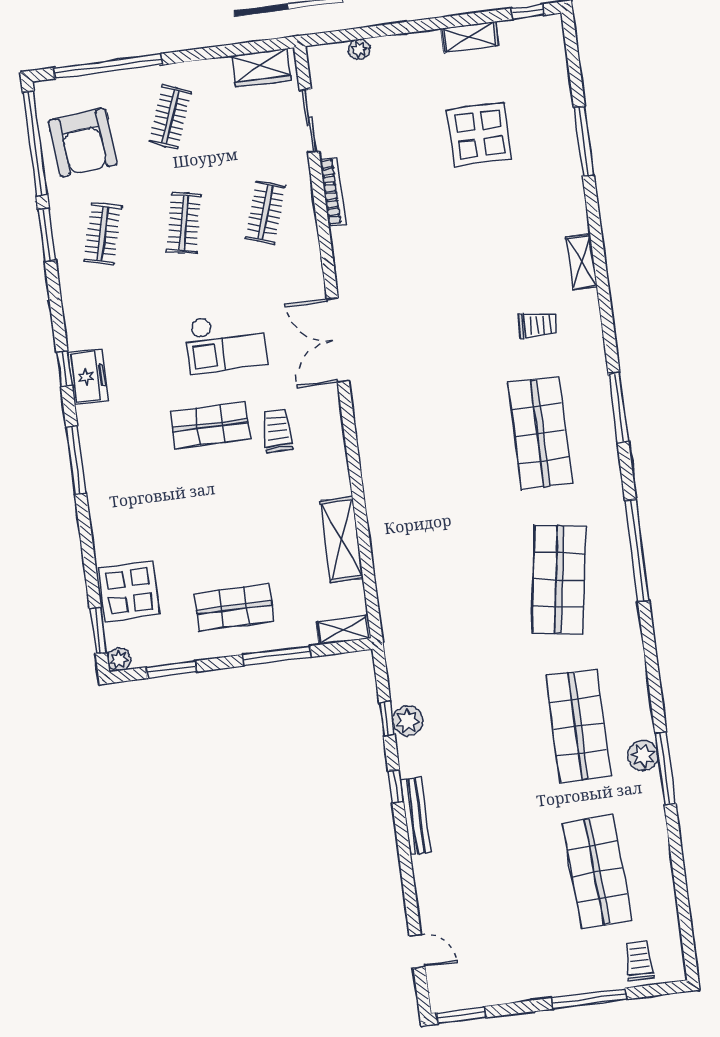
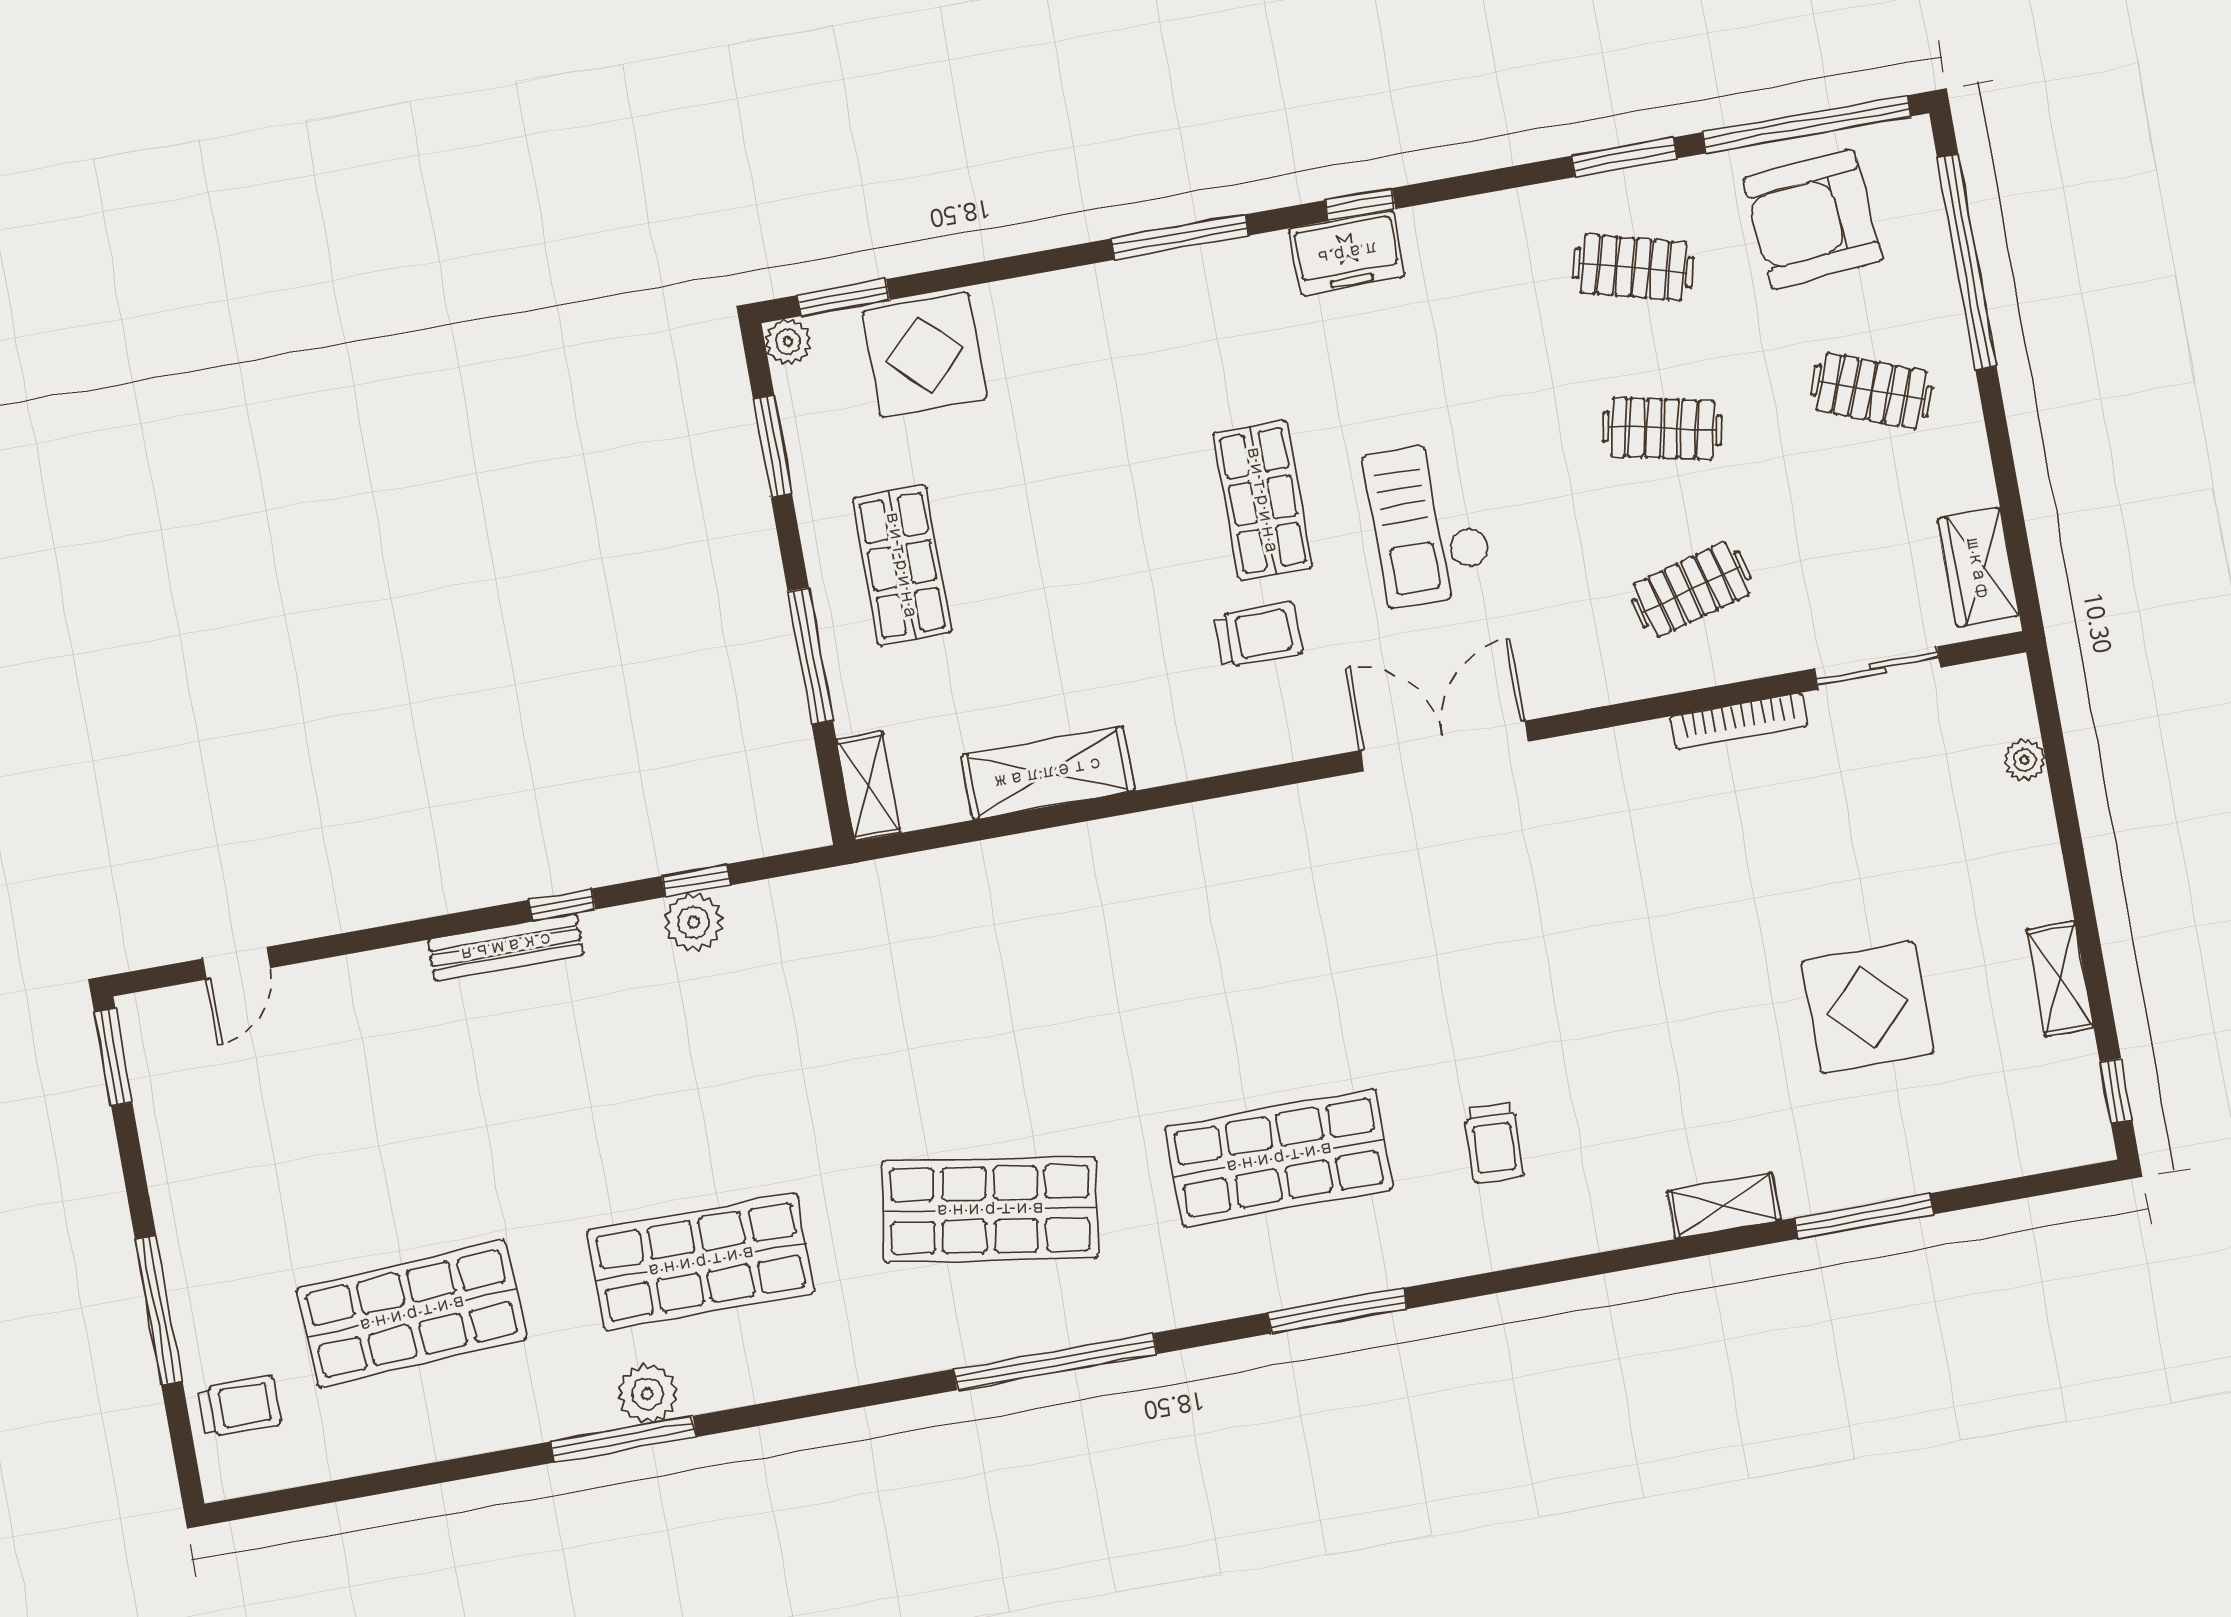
clothes rail: (265, 212) -> (1691, 589), turned -33
shelving: (582, 262) -> (1724, 1206), moved

